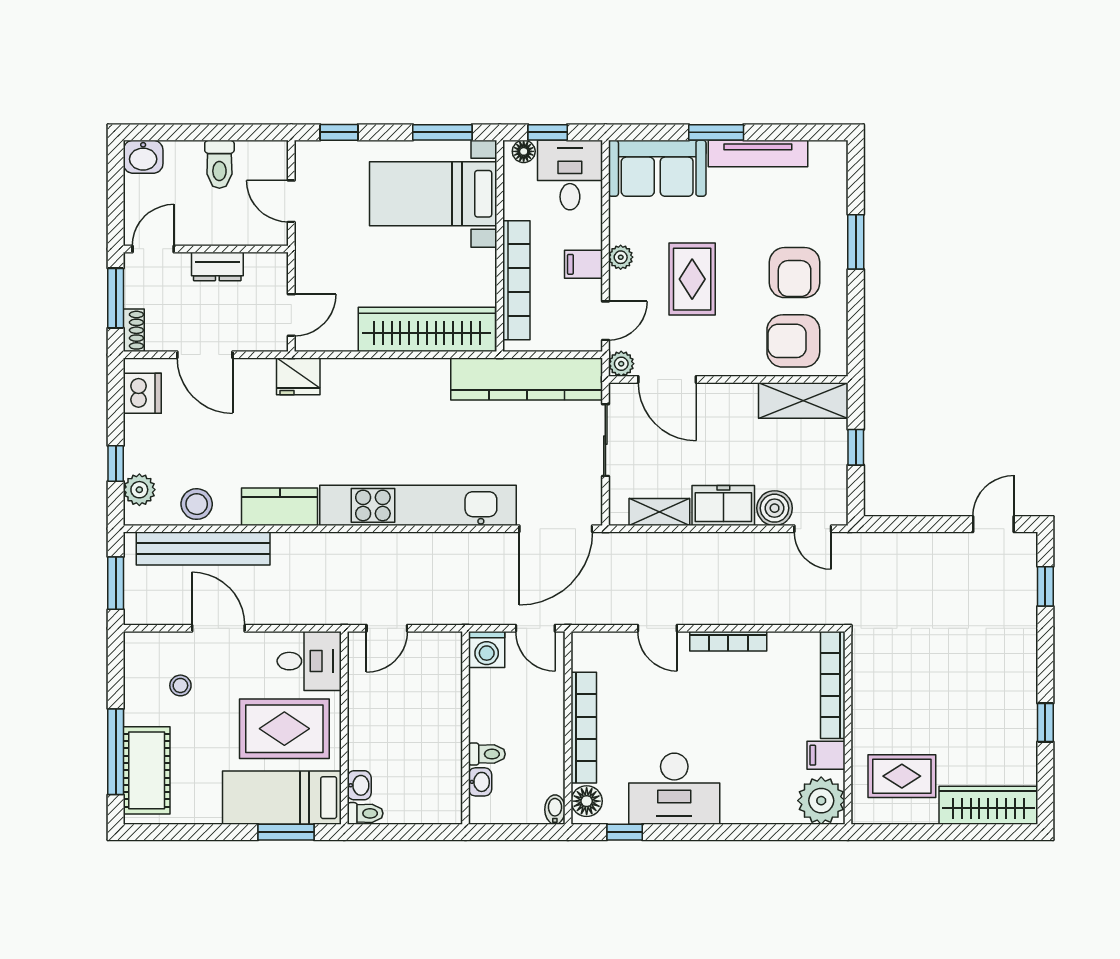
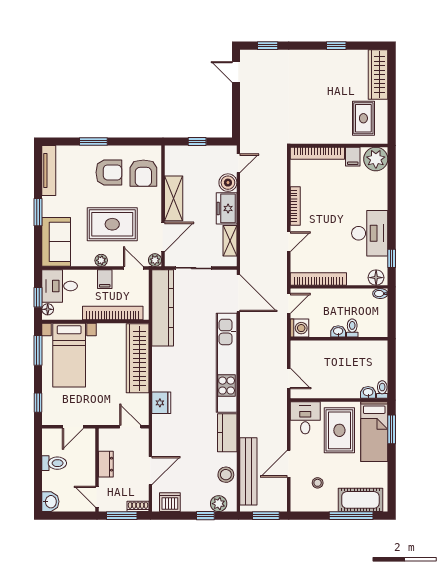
tv unit: (758, 154) -> (49, 171), moved
rug: (692, 279) -> (112, 224), width x1.36, depth x1.43
fridge: (298, 376) -> (161, 403), moved
shelving: (803, 401) -> (174, 198), moved
bookcase: (584, 728) -> (318, 279), moved
washbasin: (480, 782) -> (338, 331), moved

